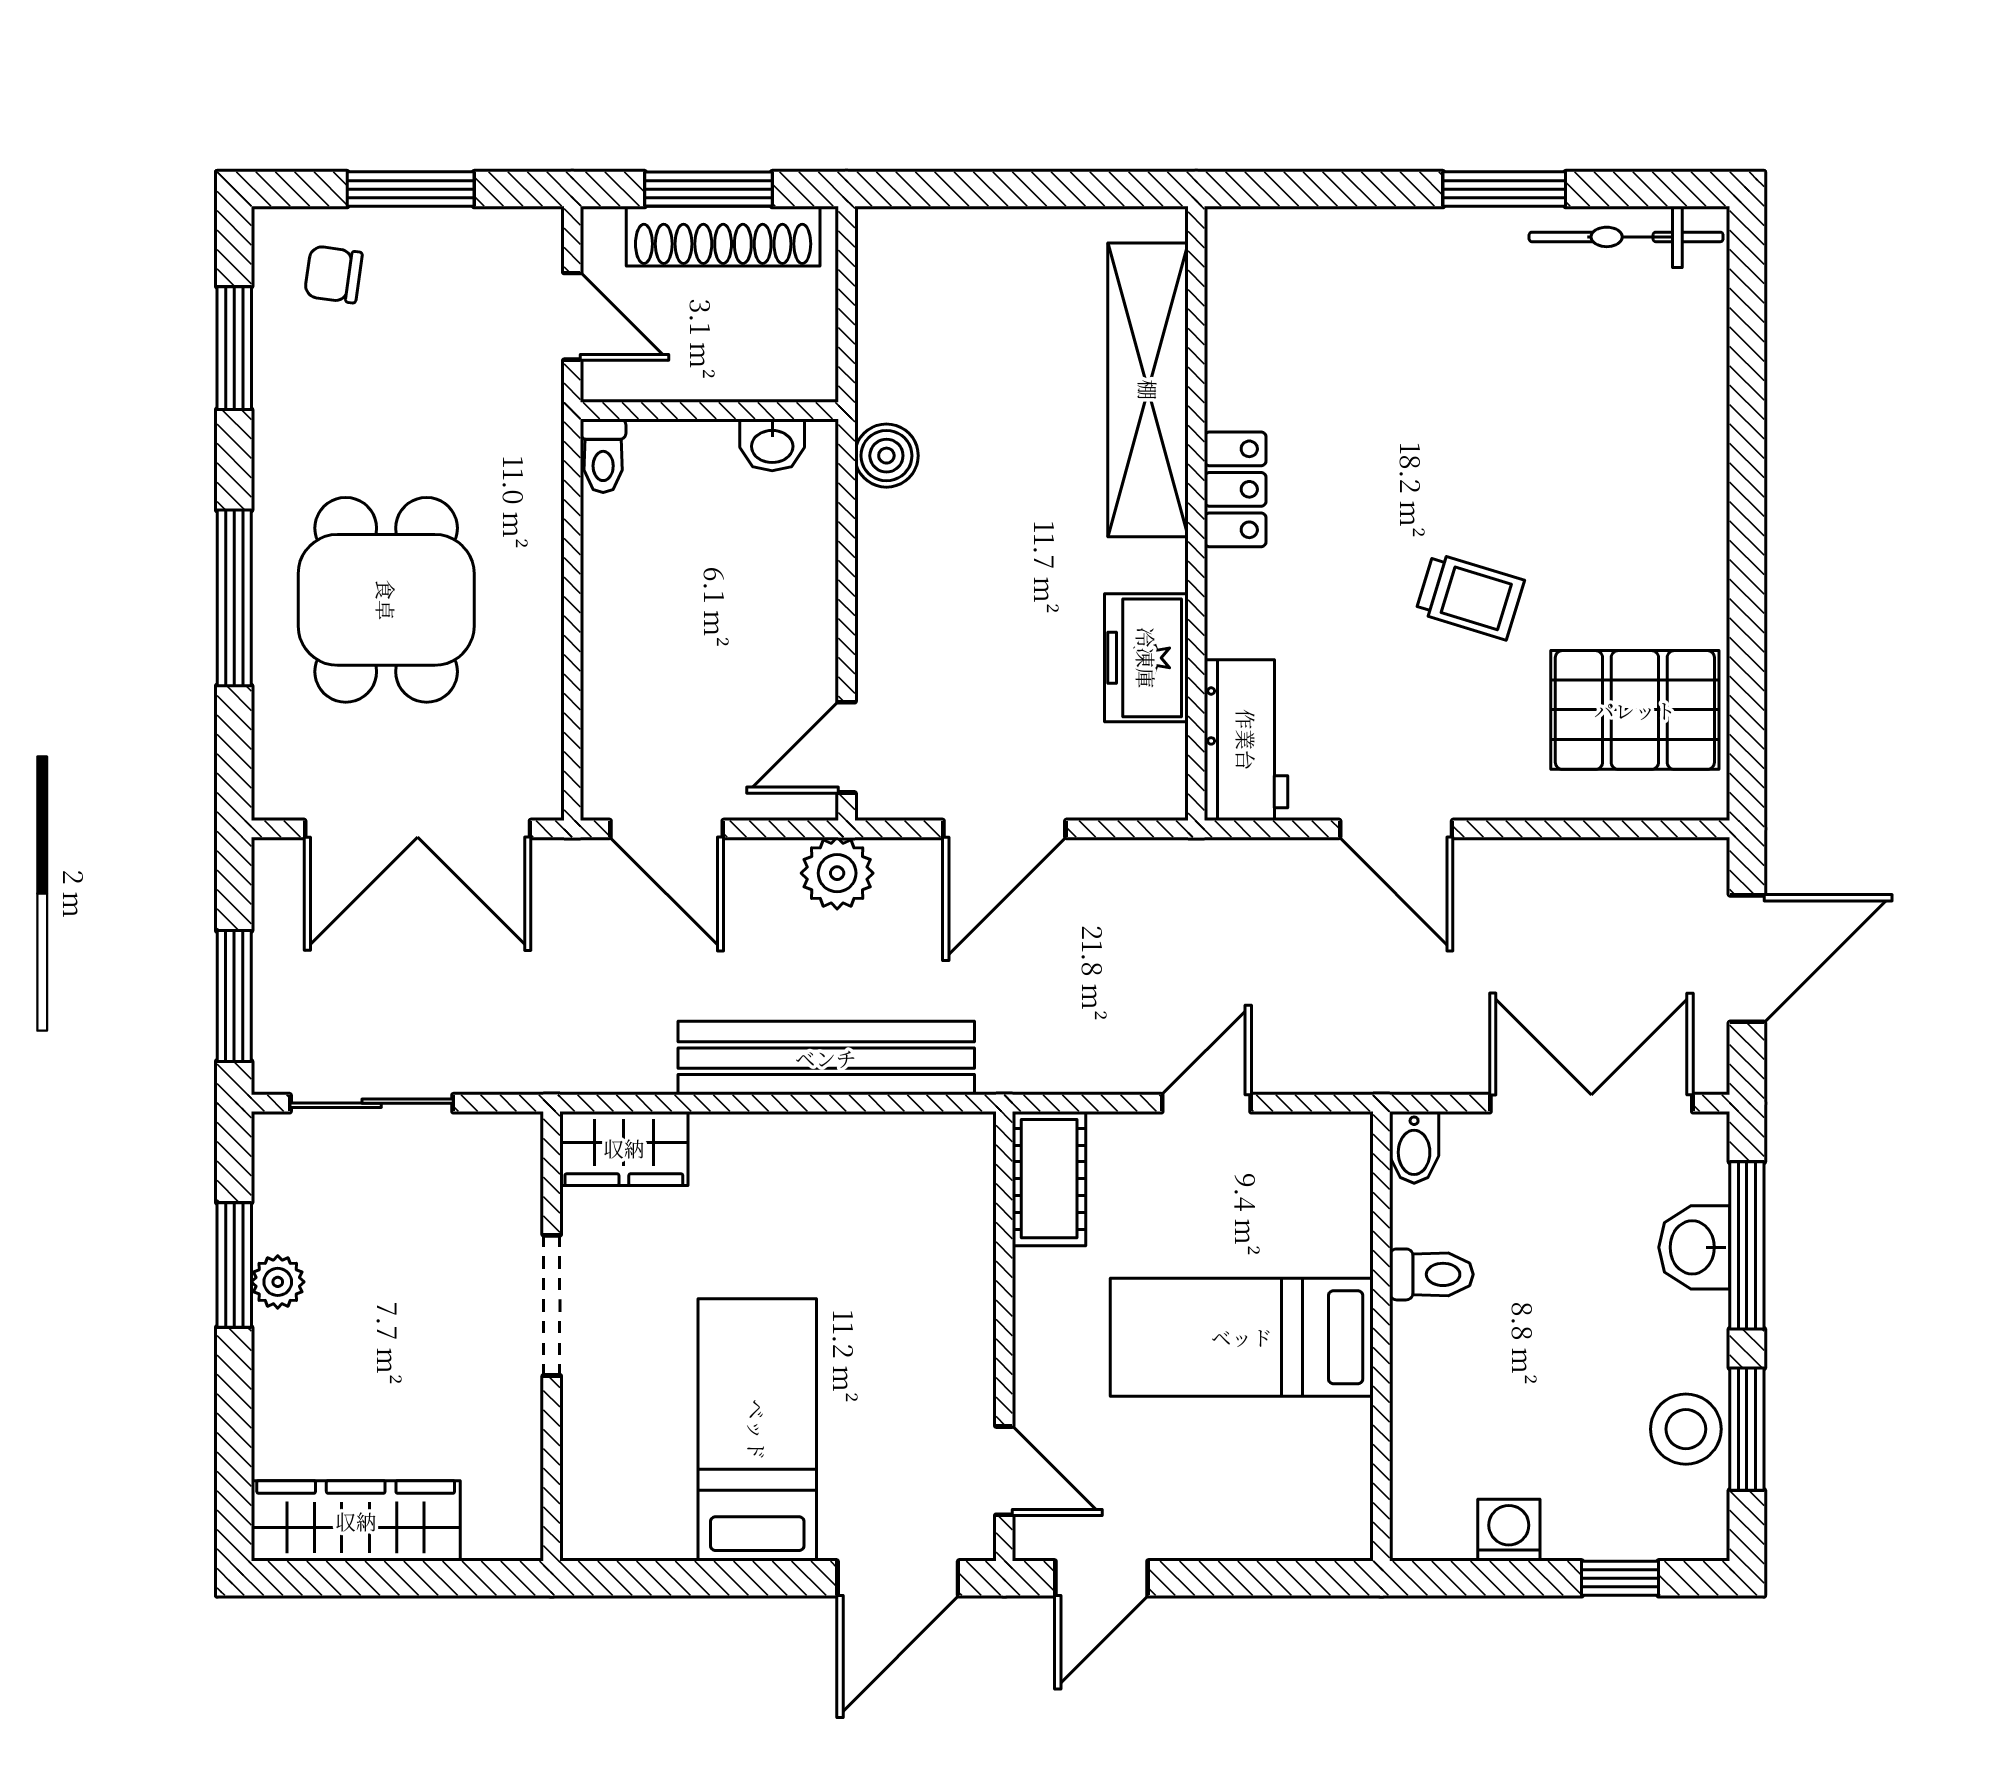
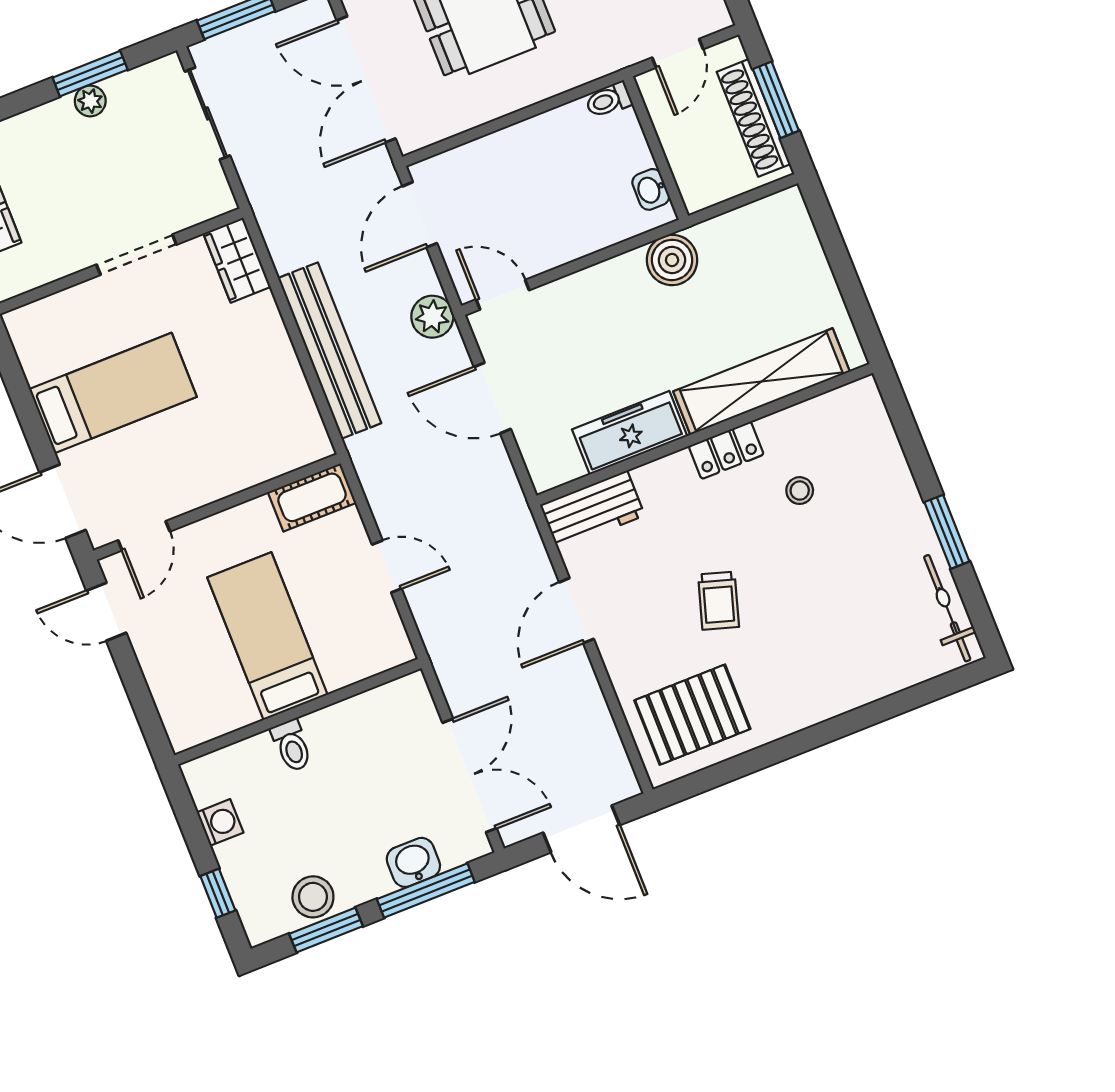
stool: (1346, 398) -> (800, 491), added
boiler: (886, 456) -> (672, 260), width x1.36, depth x1.36
freezer: (1146, 658) -> (630, 433), width x1.40
pallet: (1635, 710) -> (692, 715), turned 90
bidet: (1414, 1147) -> (407, 689), removed
toilet: (1431, 1274) -> (292, 746), moved

